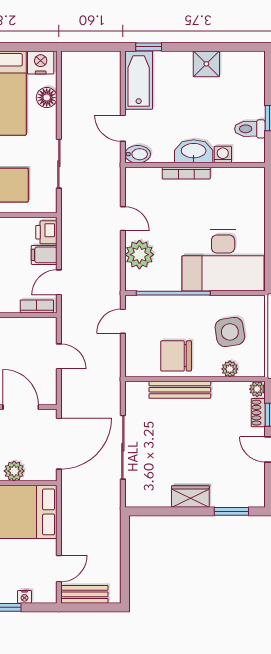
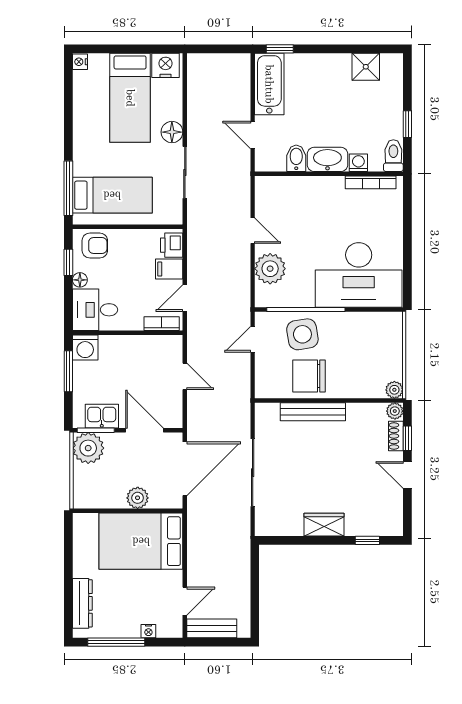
shower: (206, 64) -> (366, 67), moved
floor lamp: (47, 98) -> (172, 132), moved
toilet: (250, 129) -> (393, 156), moved, turned 90
bidet: (138, 154) -> (296, 158), moved, turned -90
bookcase: (186, 173) -> (371, 182), moved
side table: (230, 332) -> (302, 334), moved
plant: (230, 369) -> (394, 390), moved
window: (231, 511) -> (367, 540), width x0.67

